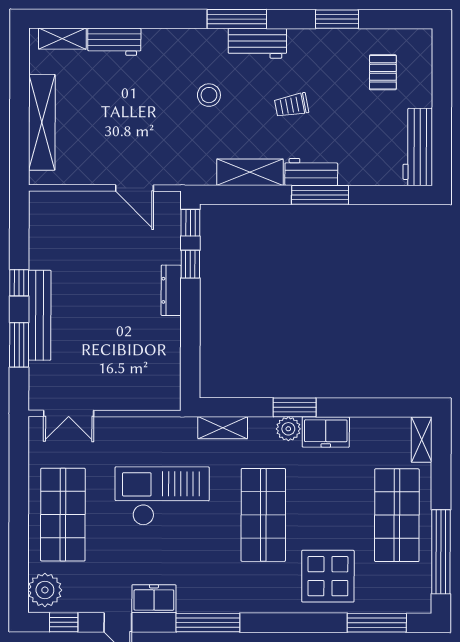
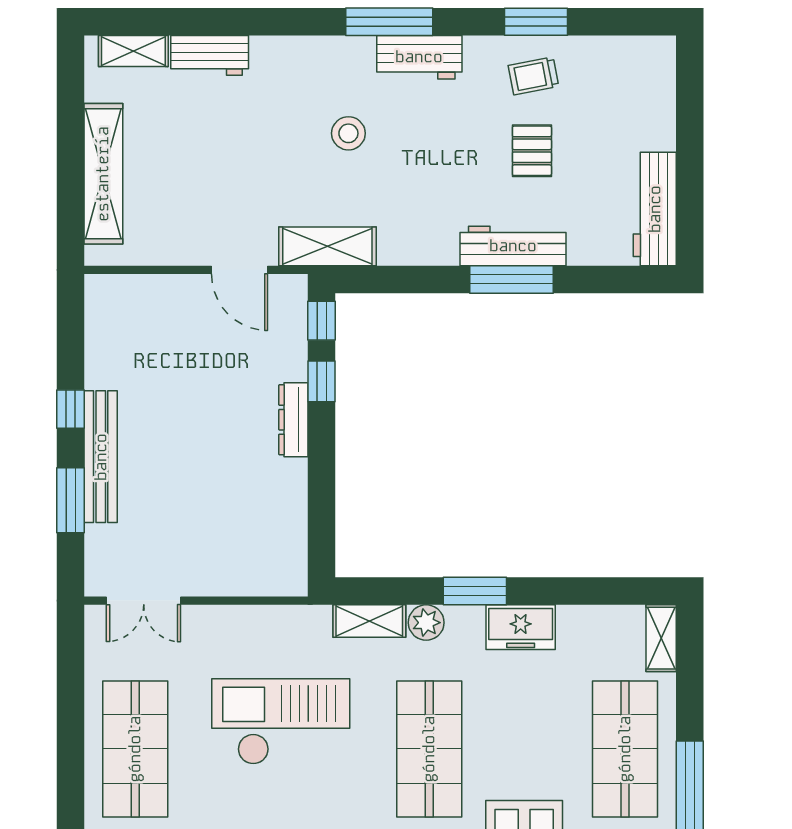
pallet: (383, 72) -> (532, 151), moved
trolley: (292, 105) -> (533, 76), moved
shelving: (250, 172) -> (327, 246), moved
workbench: (311, 172) -> (513, 246), width x1.38
plant: (288, 429) -> (426, 623), moved

